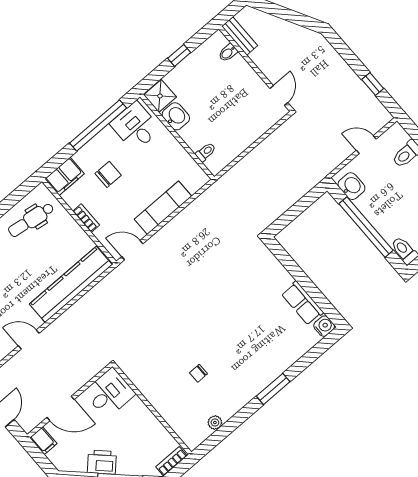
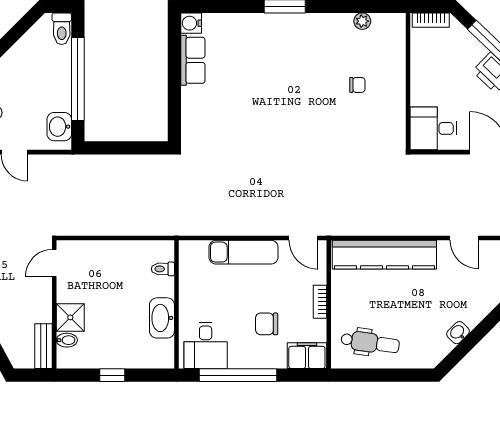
shower: (160, 96) -> (70, 317), moved
washbasin: (176, 116) -> (162, 318), width x1.38
chair: (198, 373) -> (357, 85), moved

